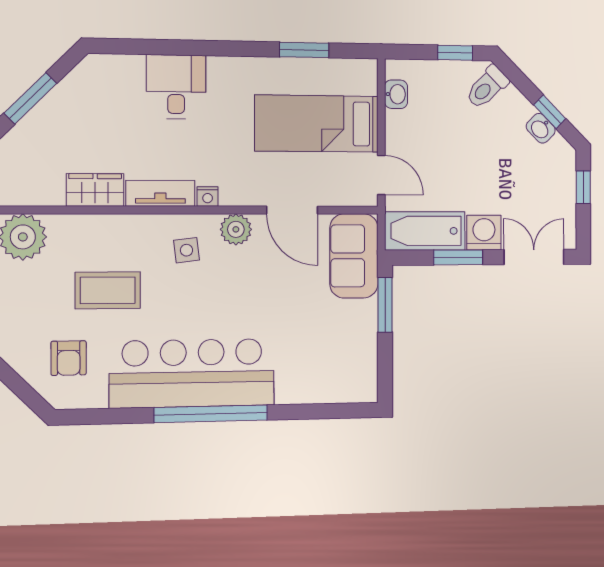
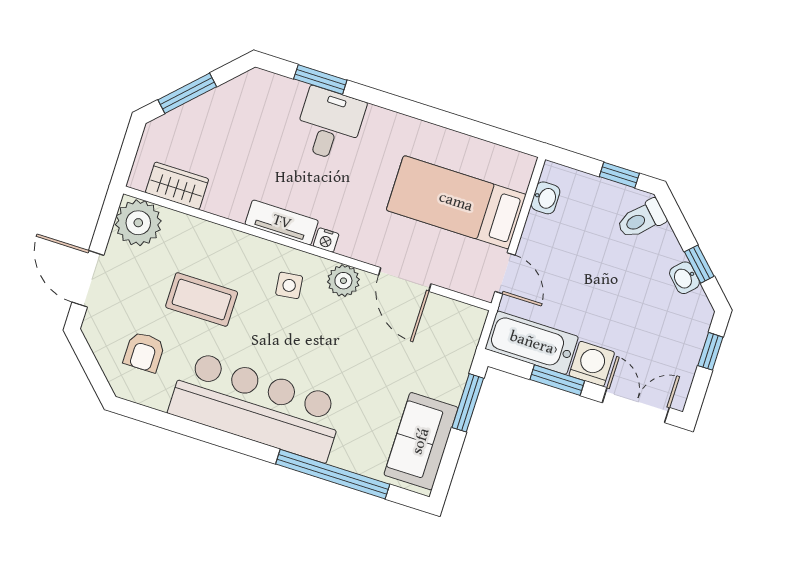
window: (304, 50) -> (320, 79), moved
wardrobe: (95, 190) -> (177, 186), moved
sofa: (354, 256) -> (421, 441), moved
window: (211, 414) -> (333, 474), moved

